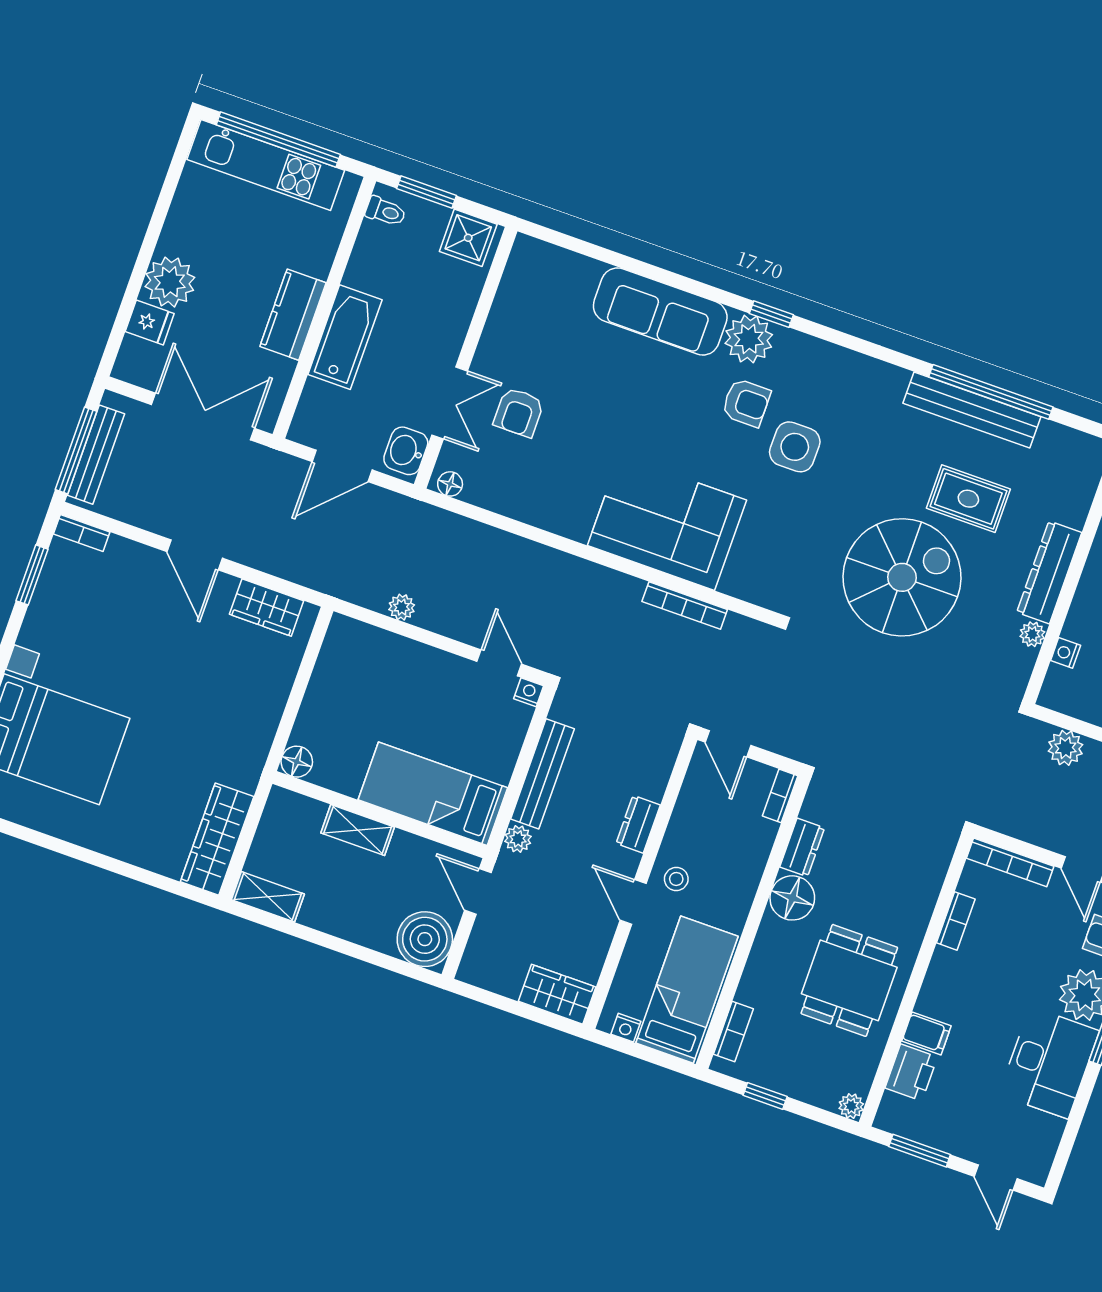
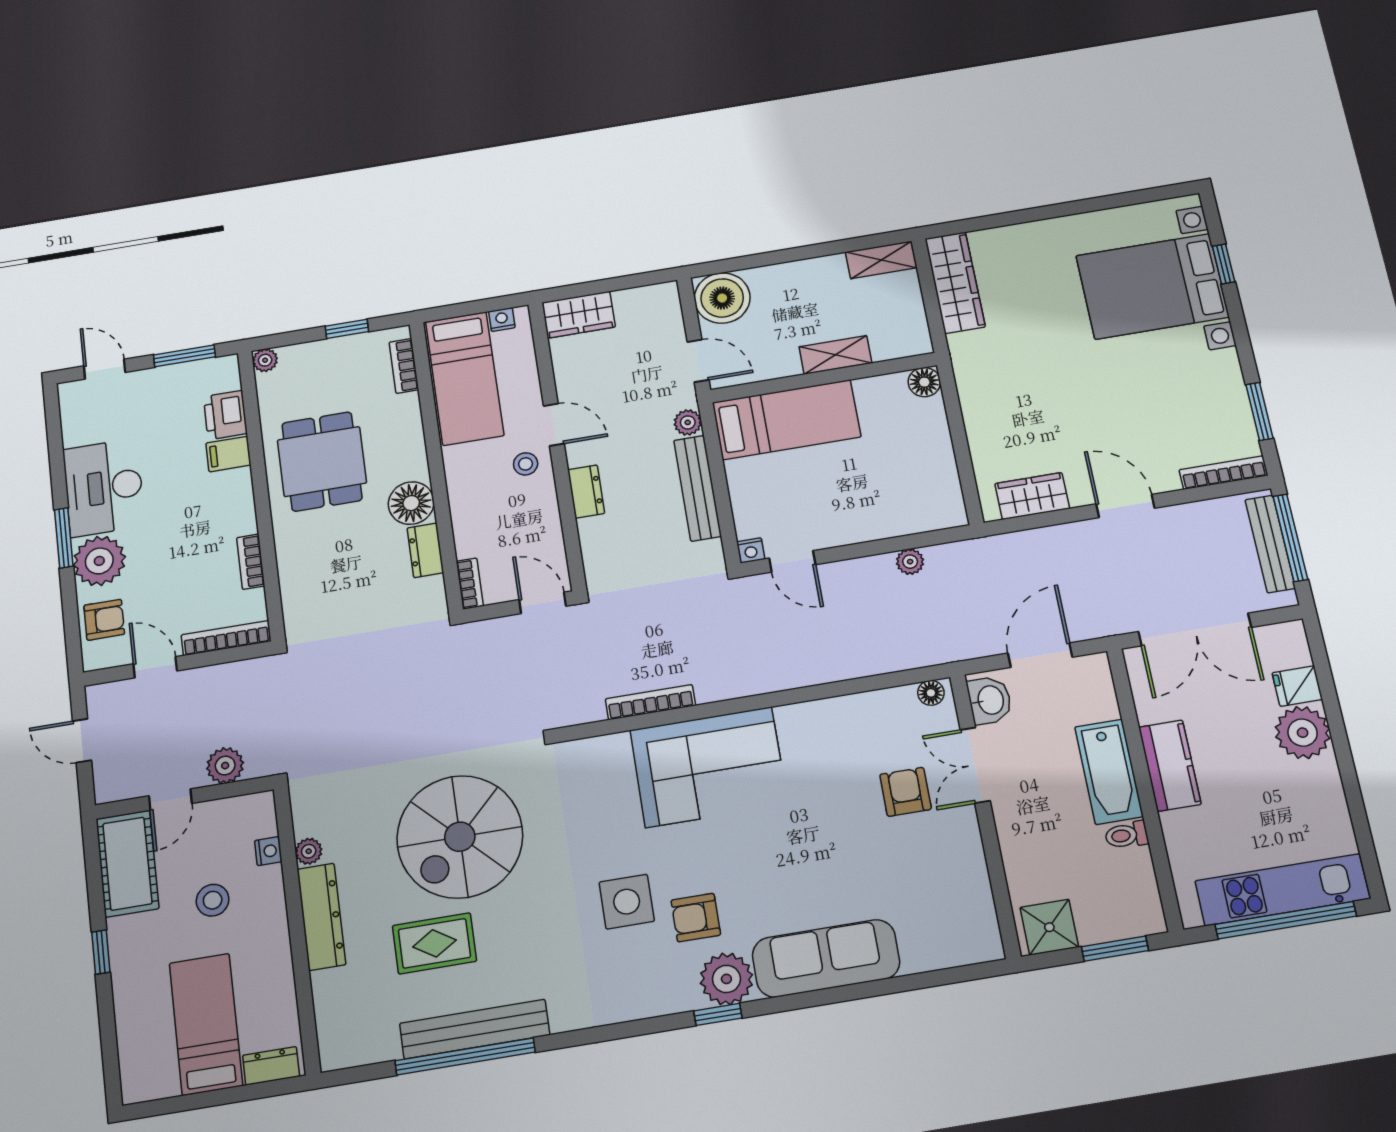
toilet: (386, 211) -> (1127, 835), moved
bookcase: (82, 533) -> (1224, 473), width x1.56

